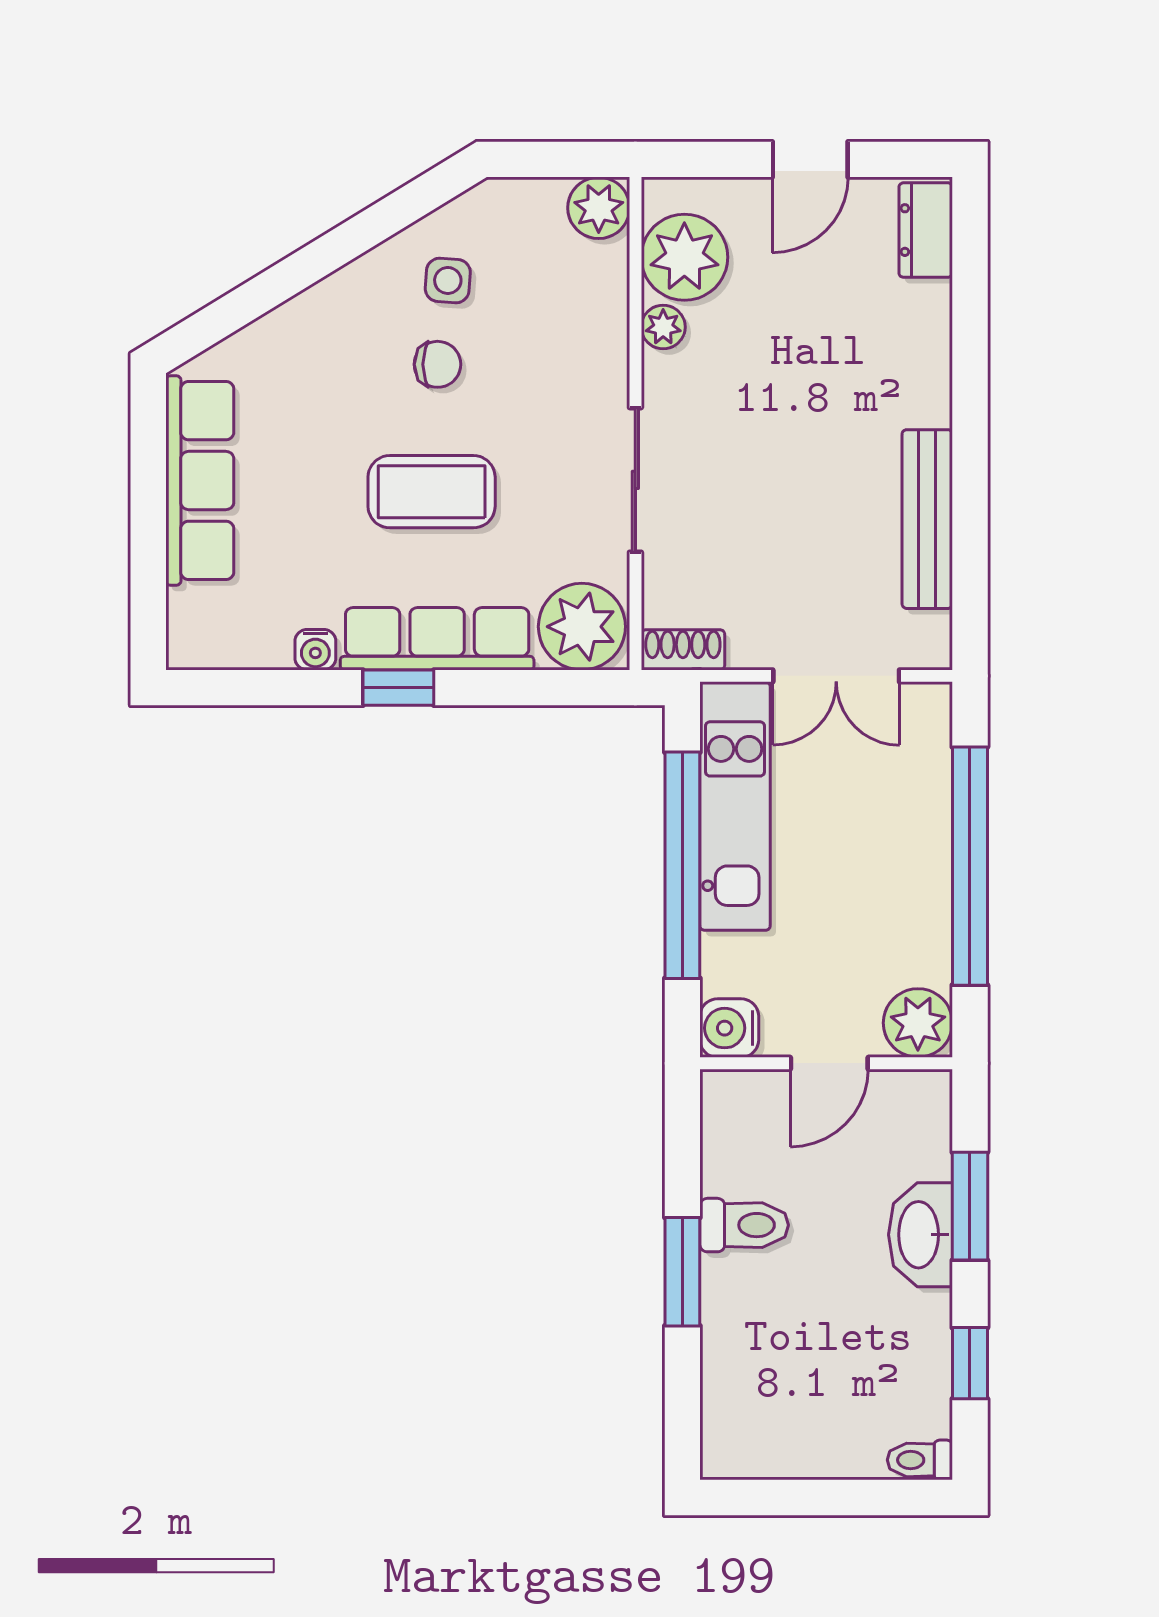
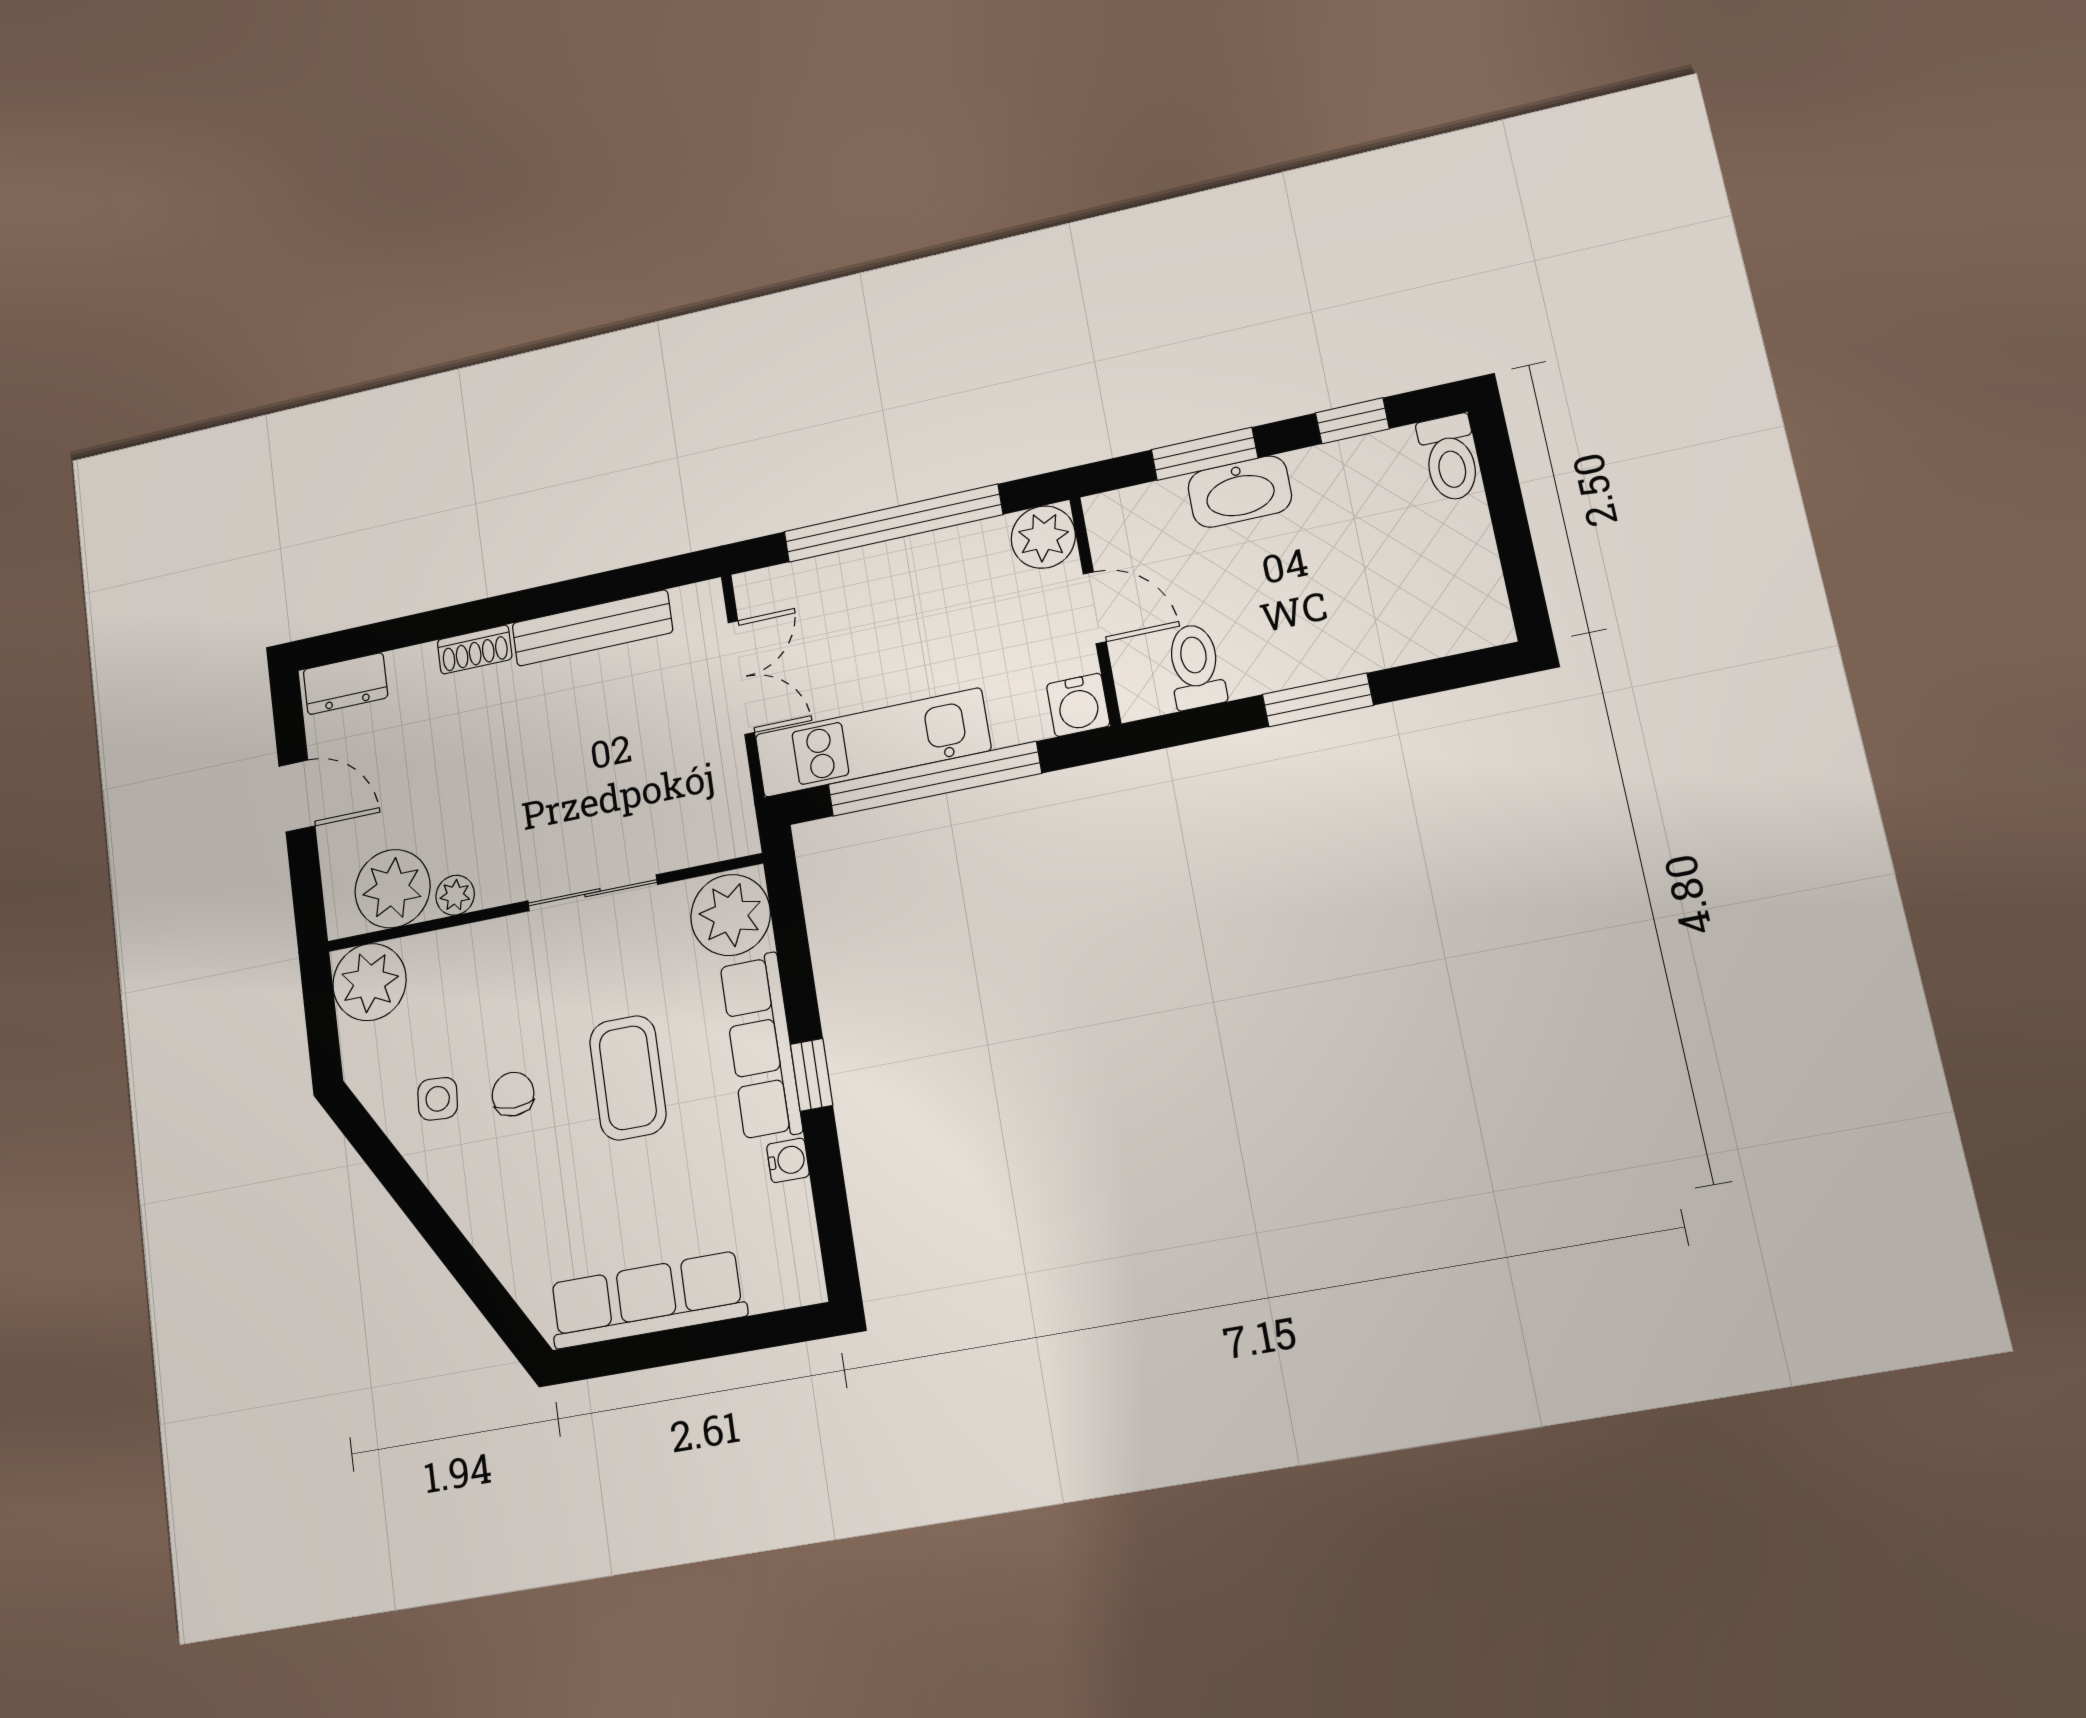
plant: (599, 208) -> (369, 982), width x1.36, depth x1.36
shoe rack: (683, 650) -> (475, 649), moved, turned -90
toilet: (744, 1225) -> (1196, 666), moved
toilet: (920, 1460) -> (1450, 458), width x1.37, depth x1.39

